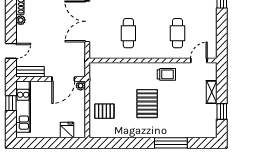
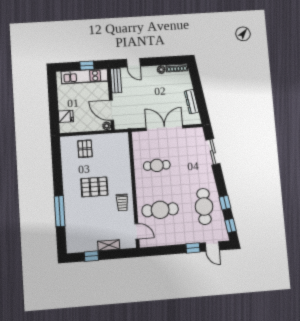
cafe table: (177, 33) -> (160, 210), width x1.37, depth x1.35

